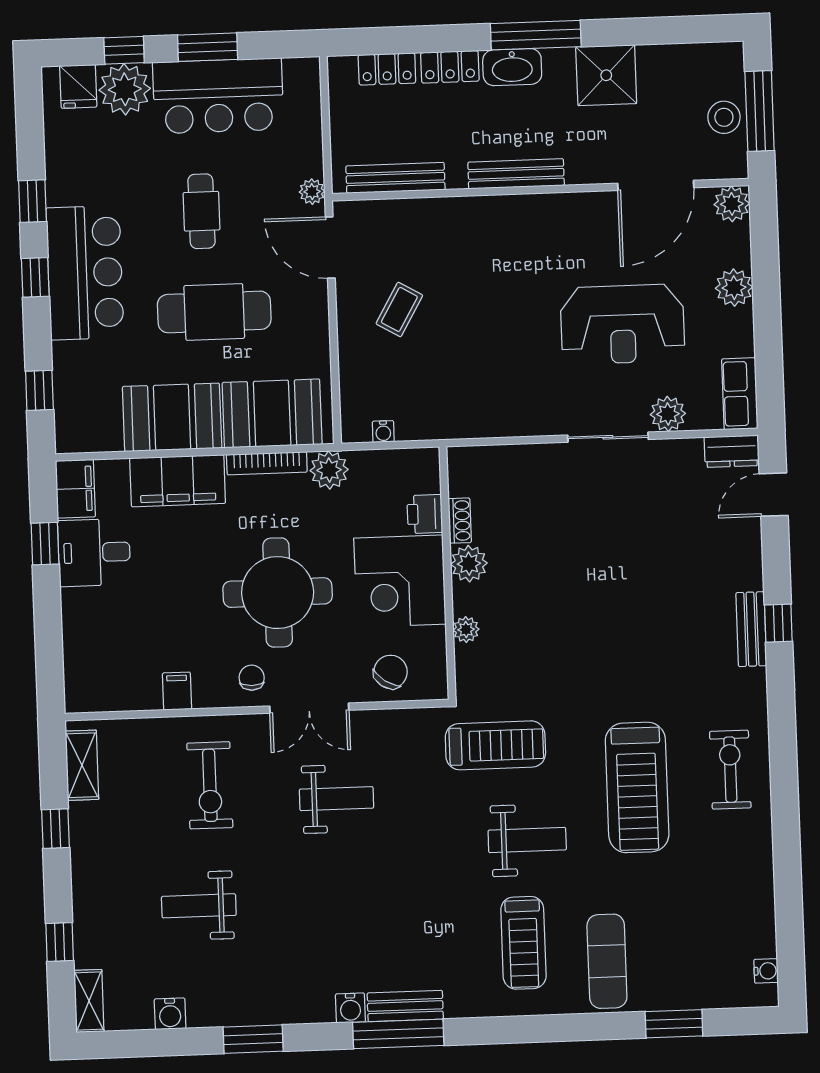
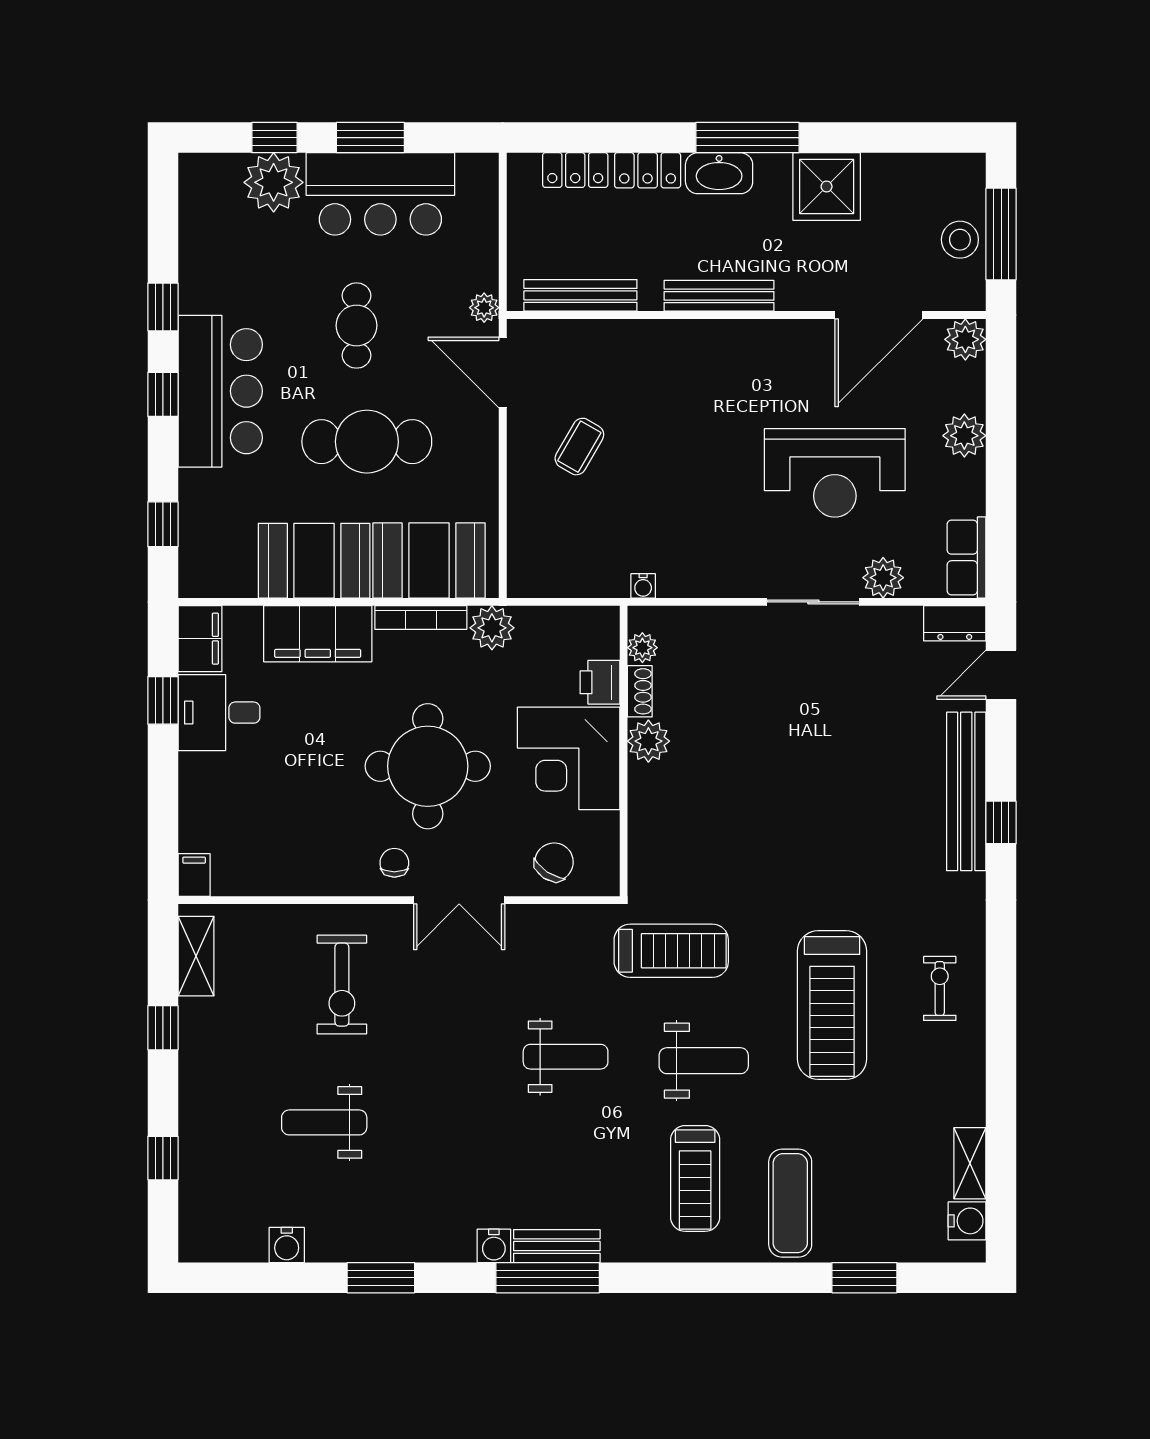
fridge: (78, 86) -> (220, 177), removed
water cooler: (383, 432) -> (643, 586), moved
bench: (751, 629) -> (966, 791), width x1.86, depth x1.21
plant: (466, 630) -> (642, 648), moved
filing cabinet: (177, 691) -> (194, 875), moved
exercise bike: (730, 770) -> (940, 988), width x0.73, depth x0.72
weight bench: (336, 799) -> (566, 1057), moved
water cooler: (766, 971) -> (967, 1221), width x1.38, depth x1.38
shelving: (89, 1001) -> (970, 1163), moved

